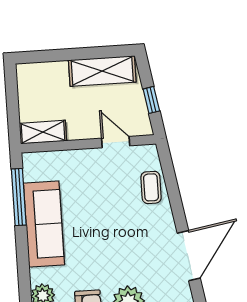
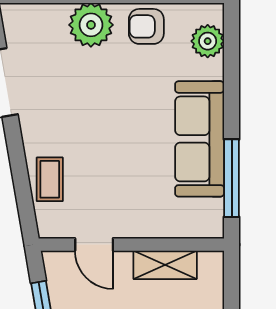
shelving: (43, 132) -> (165, 265), moved

